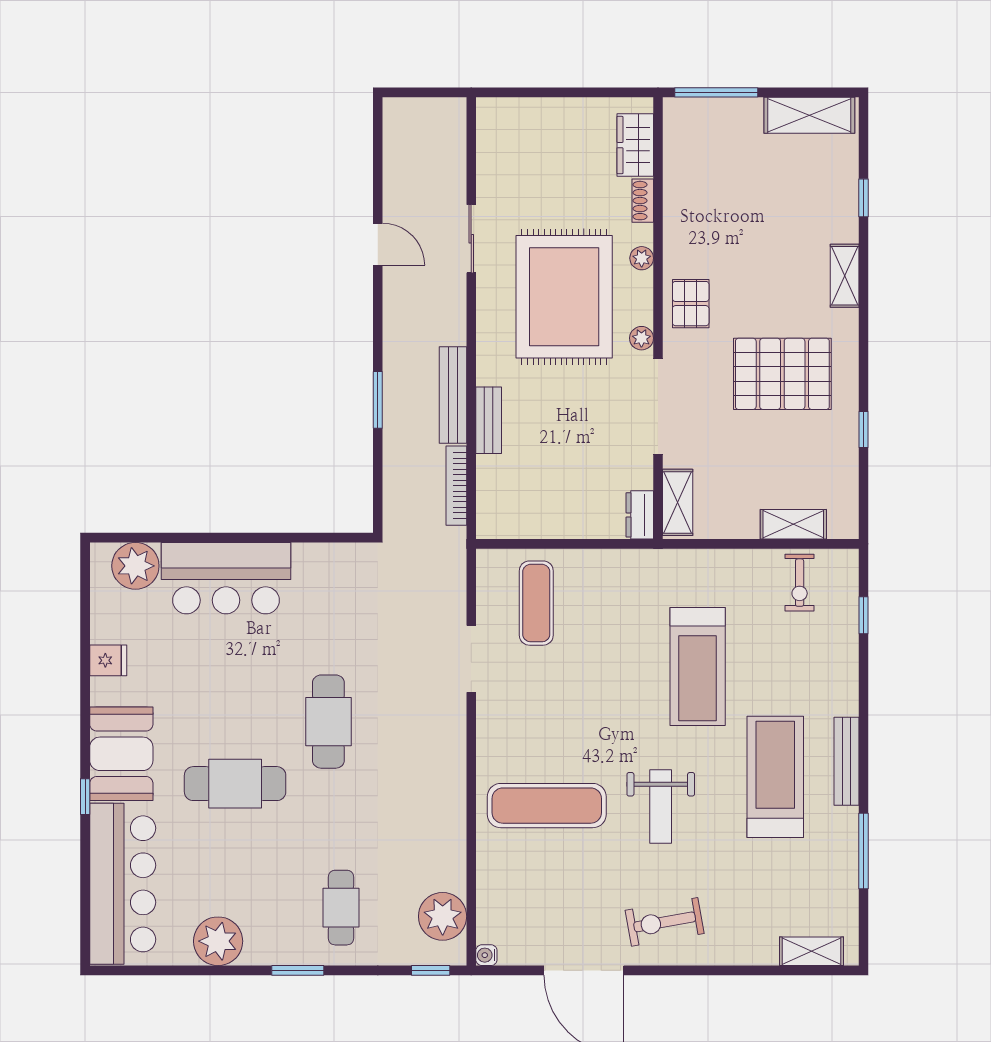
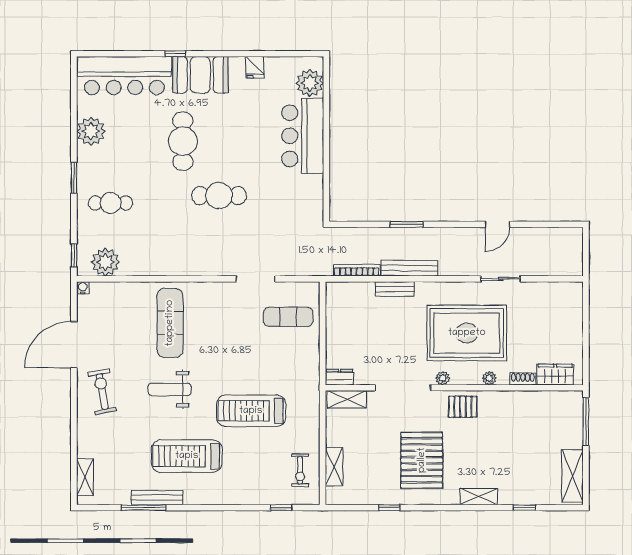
exercise bike: (800, 583) -> (300, 470), turned -90
bench: (846, 761) -> (157, 498), moved
treadmill: (775, 777) -> (187, 456), turned 180

